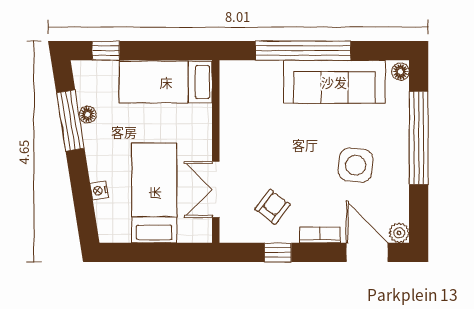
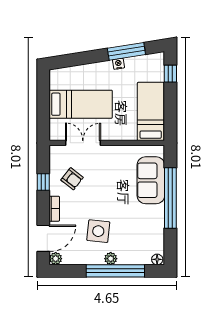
sofa: (334, 82) -> (151, 180), moved, width x0.73
floor lamp: (88, 114) -> (130, 62), removed
plant: (399, 145) -> (111, 259), added
nightstand: (99, 190) -> (118, 64), moved

